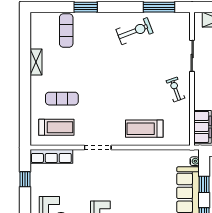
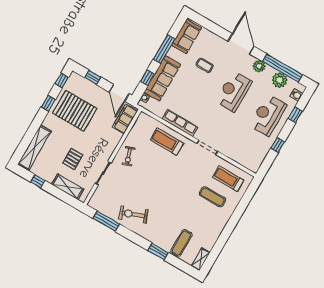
shelving: (36, 62) -> (201, 259), moved
treadmill: (144, 129) -> (167, 142), turned 180
row of seats: (51, 156) -> (180, 123), moved
window: (25, 179) -> (278, 145), moved

